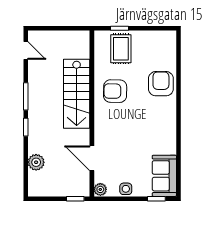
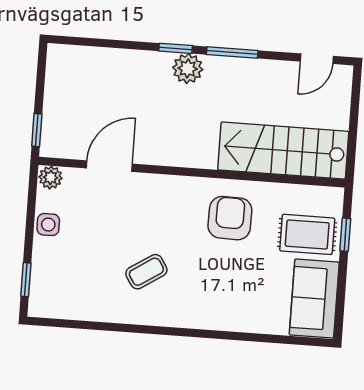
armchair: (161, 84) -> (237, 304), removed
stairs: (77, 94) -> (283, 151), moved
coffee table: (147, 134) -> (146, 272), added
plant: (36, 162) -> (188, 68), moved
sofa: (164, 176) -> (314, 299), moved, turned -90

